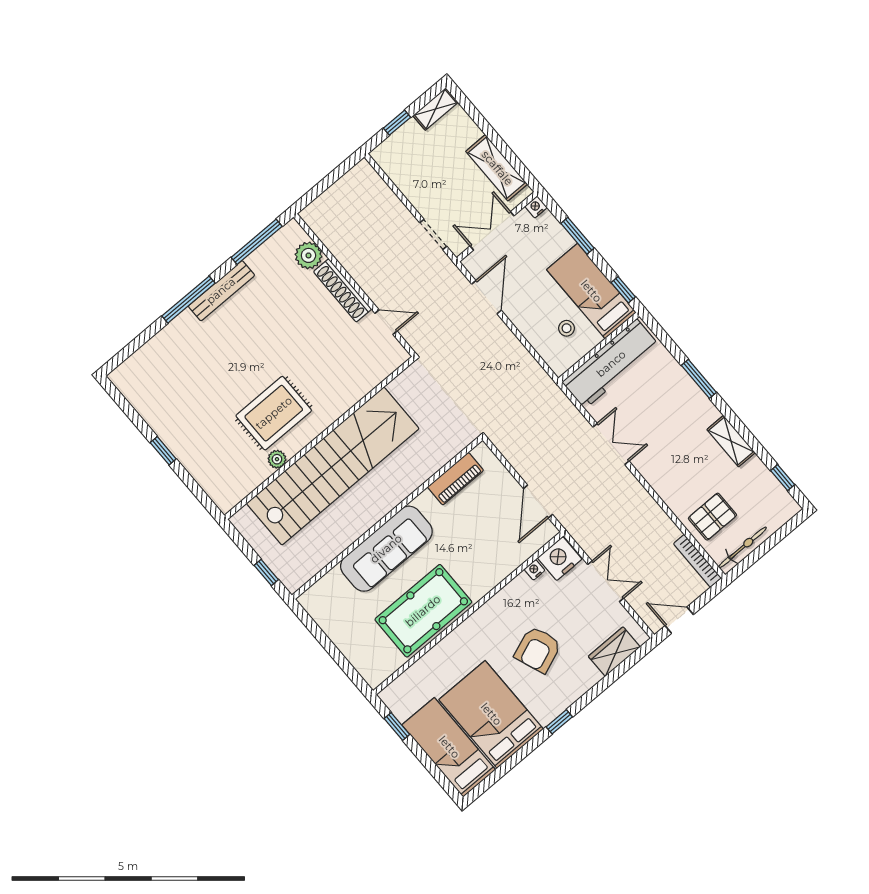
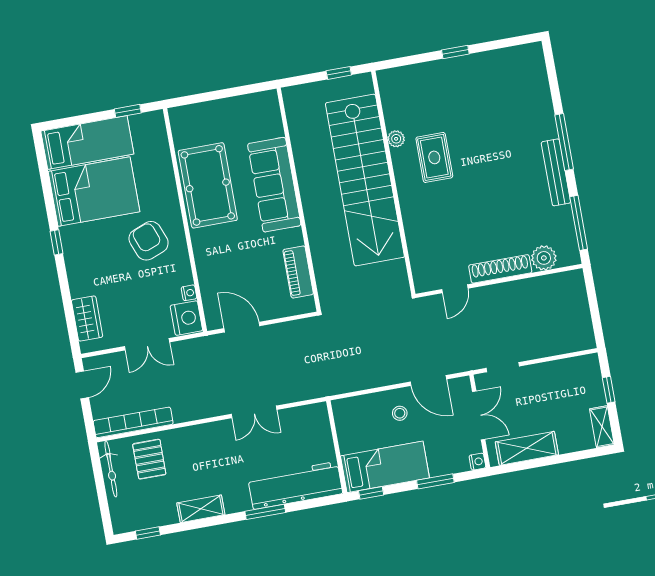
stool: (567, 328) -> (400, 413), moved
workbench: (611, 364) -> (295, 485), moved, turned 90
rug: (274, 413) -> (434, 157), width x0.73, depth x0.70
bookcase: (697, 561) -> (133, 422), width x1.48, depth x1.31
window: (266, 572) -> (339, 73), moved
armchair: (538, 650) -> (149, 241), moved

